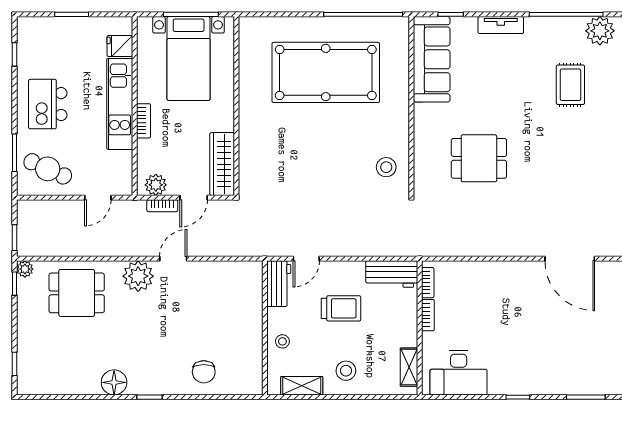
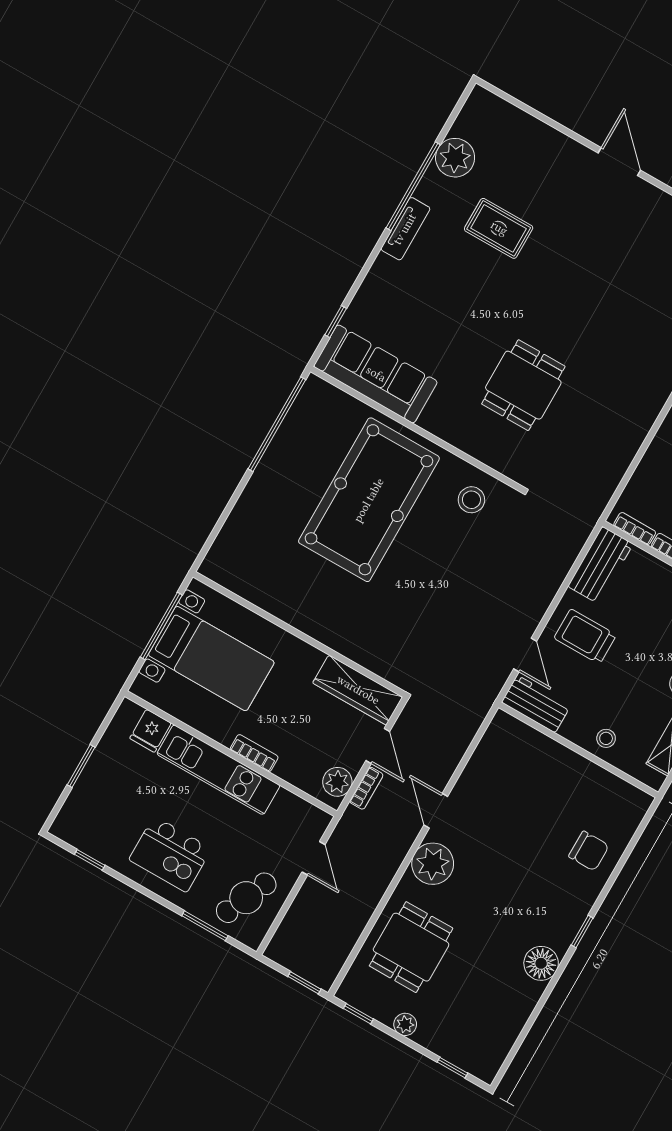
tv unit: (501, 25) -> (405, 229), moved
pool table: (326, 72) -> (369, 500), moved
plant: (25, 269) -> (405, 1024), moved
trolley: (341, 308) -> (585, 636), moved, turned -90

